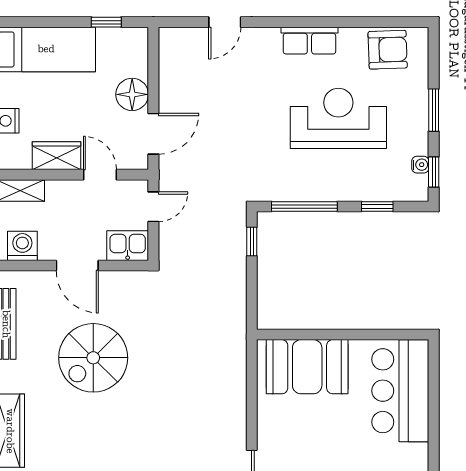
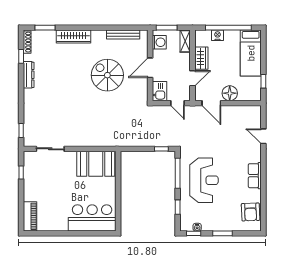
reception desk: (338, 118) -> (204, 180), moved
booth: (307, 367) -> (96, 164), moved, turned 90

